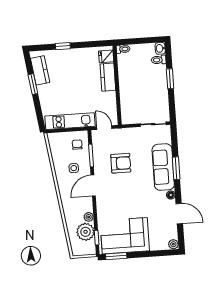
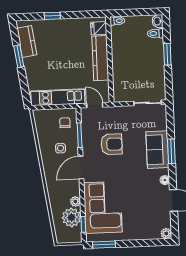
kitchen counter: (108, 77) -> (100, 58), width x1.50
sofa: (163, 167) -> (157, 150), width x0.73
corner sofa: (125, 236) -> (103, 207), moved, turned 90

